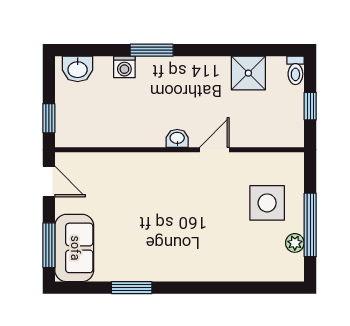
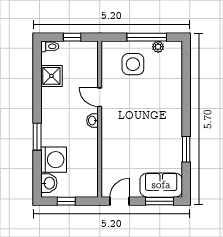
washing machine: (124, 67) -> (54, 160), width x1.89, depth x1.89
window: (49, 118) -> (66, 201), moved

